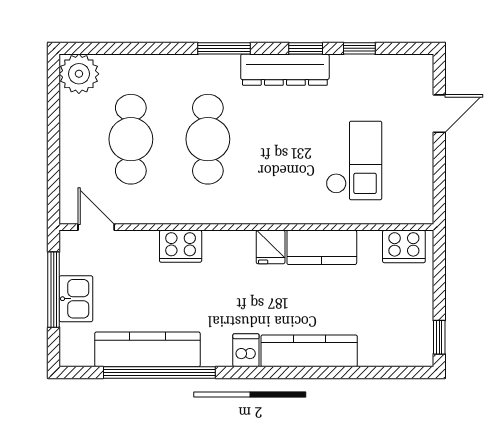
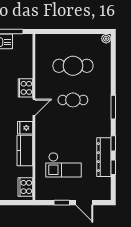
dresser: (285, 70) -> (104, 157), moved
plant: (79, 74) -> (106, 39), width x0.53, depth x0.53
cafe table: (208, 139) -> (73, 100), width x0.73, depth x0.74
window: (439, 164) -> (62, 203), added
door: (96, 227) -> (34, 107), moved

